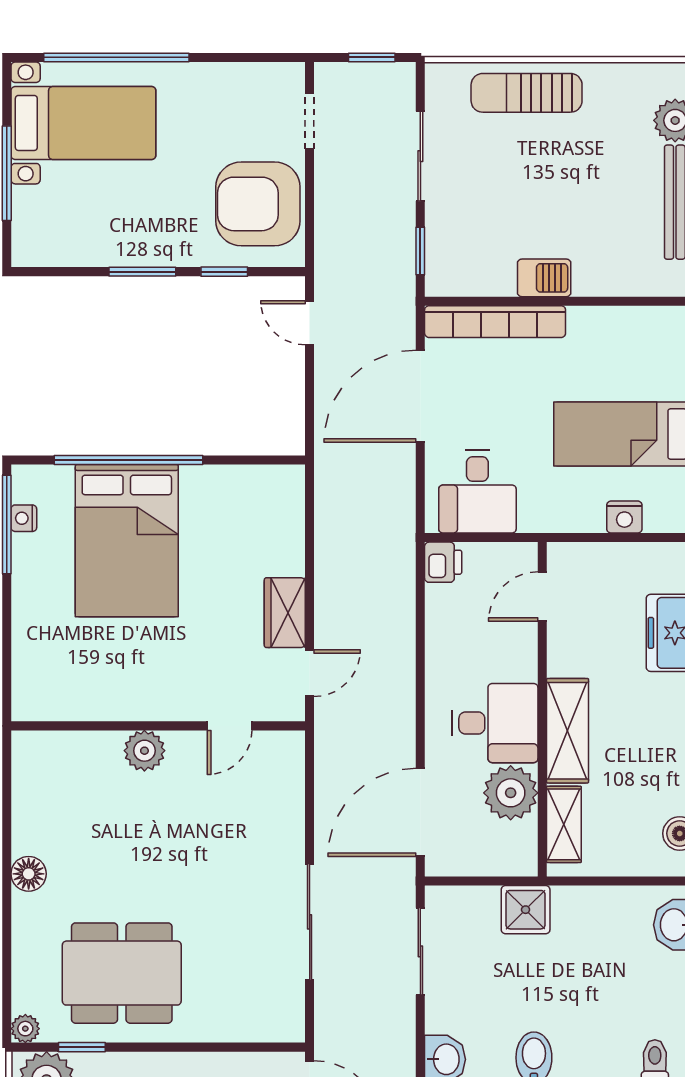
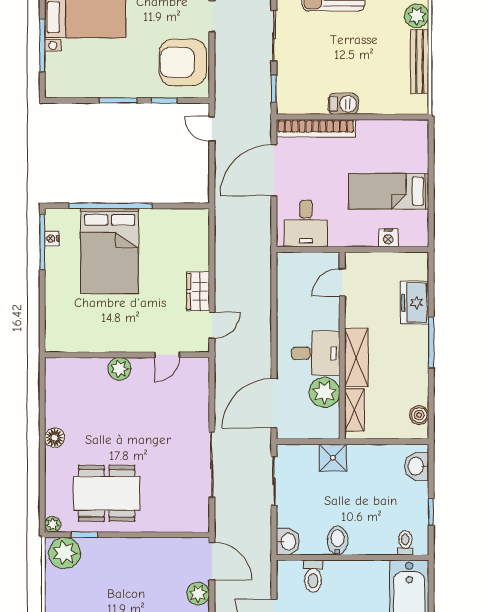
printer: (443, 562) -> (287, 263), removed

